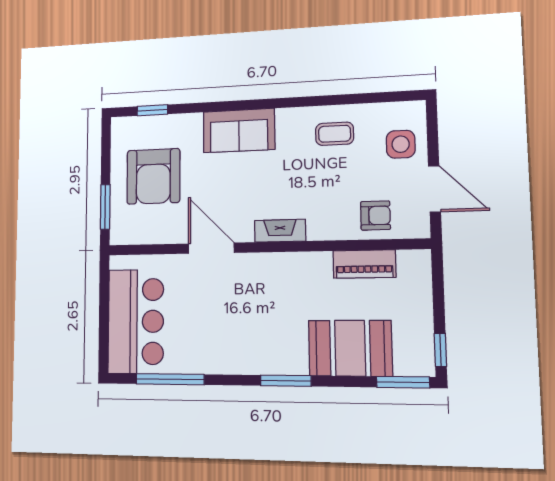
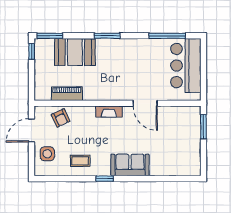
window: (152, 110) -> (105, 179), moved
armchair: (153, 176) -> (177, 142), removed
door: (434, 189) -> (32, 130), hinge flipped
armchair: (375, 216) -> (61, 118), turned -115

